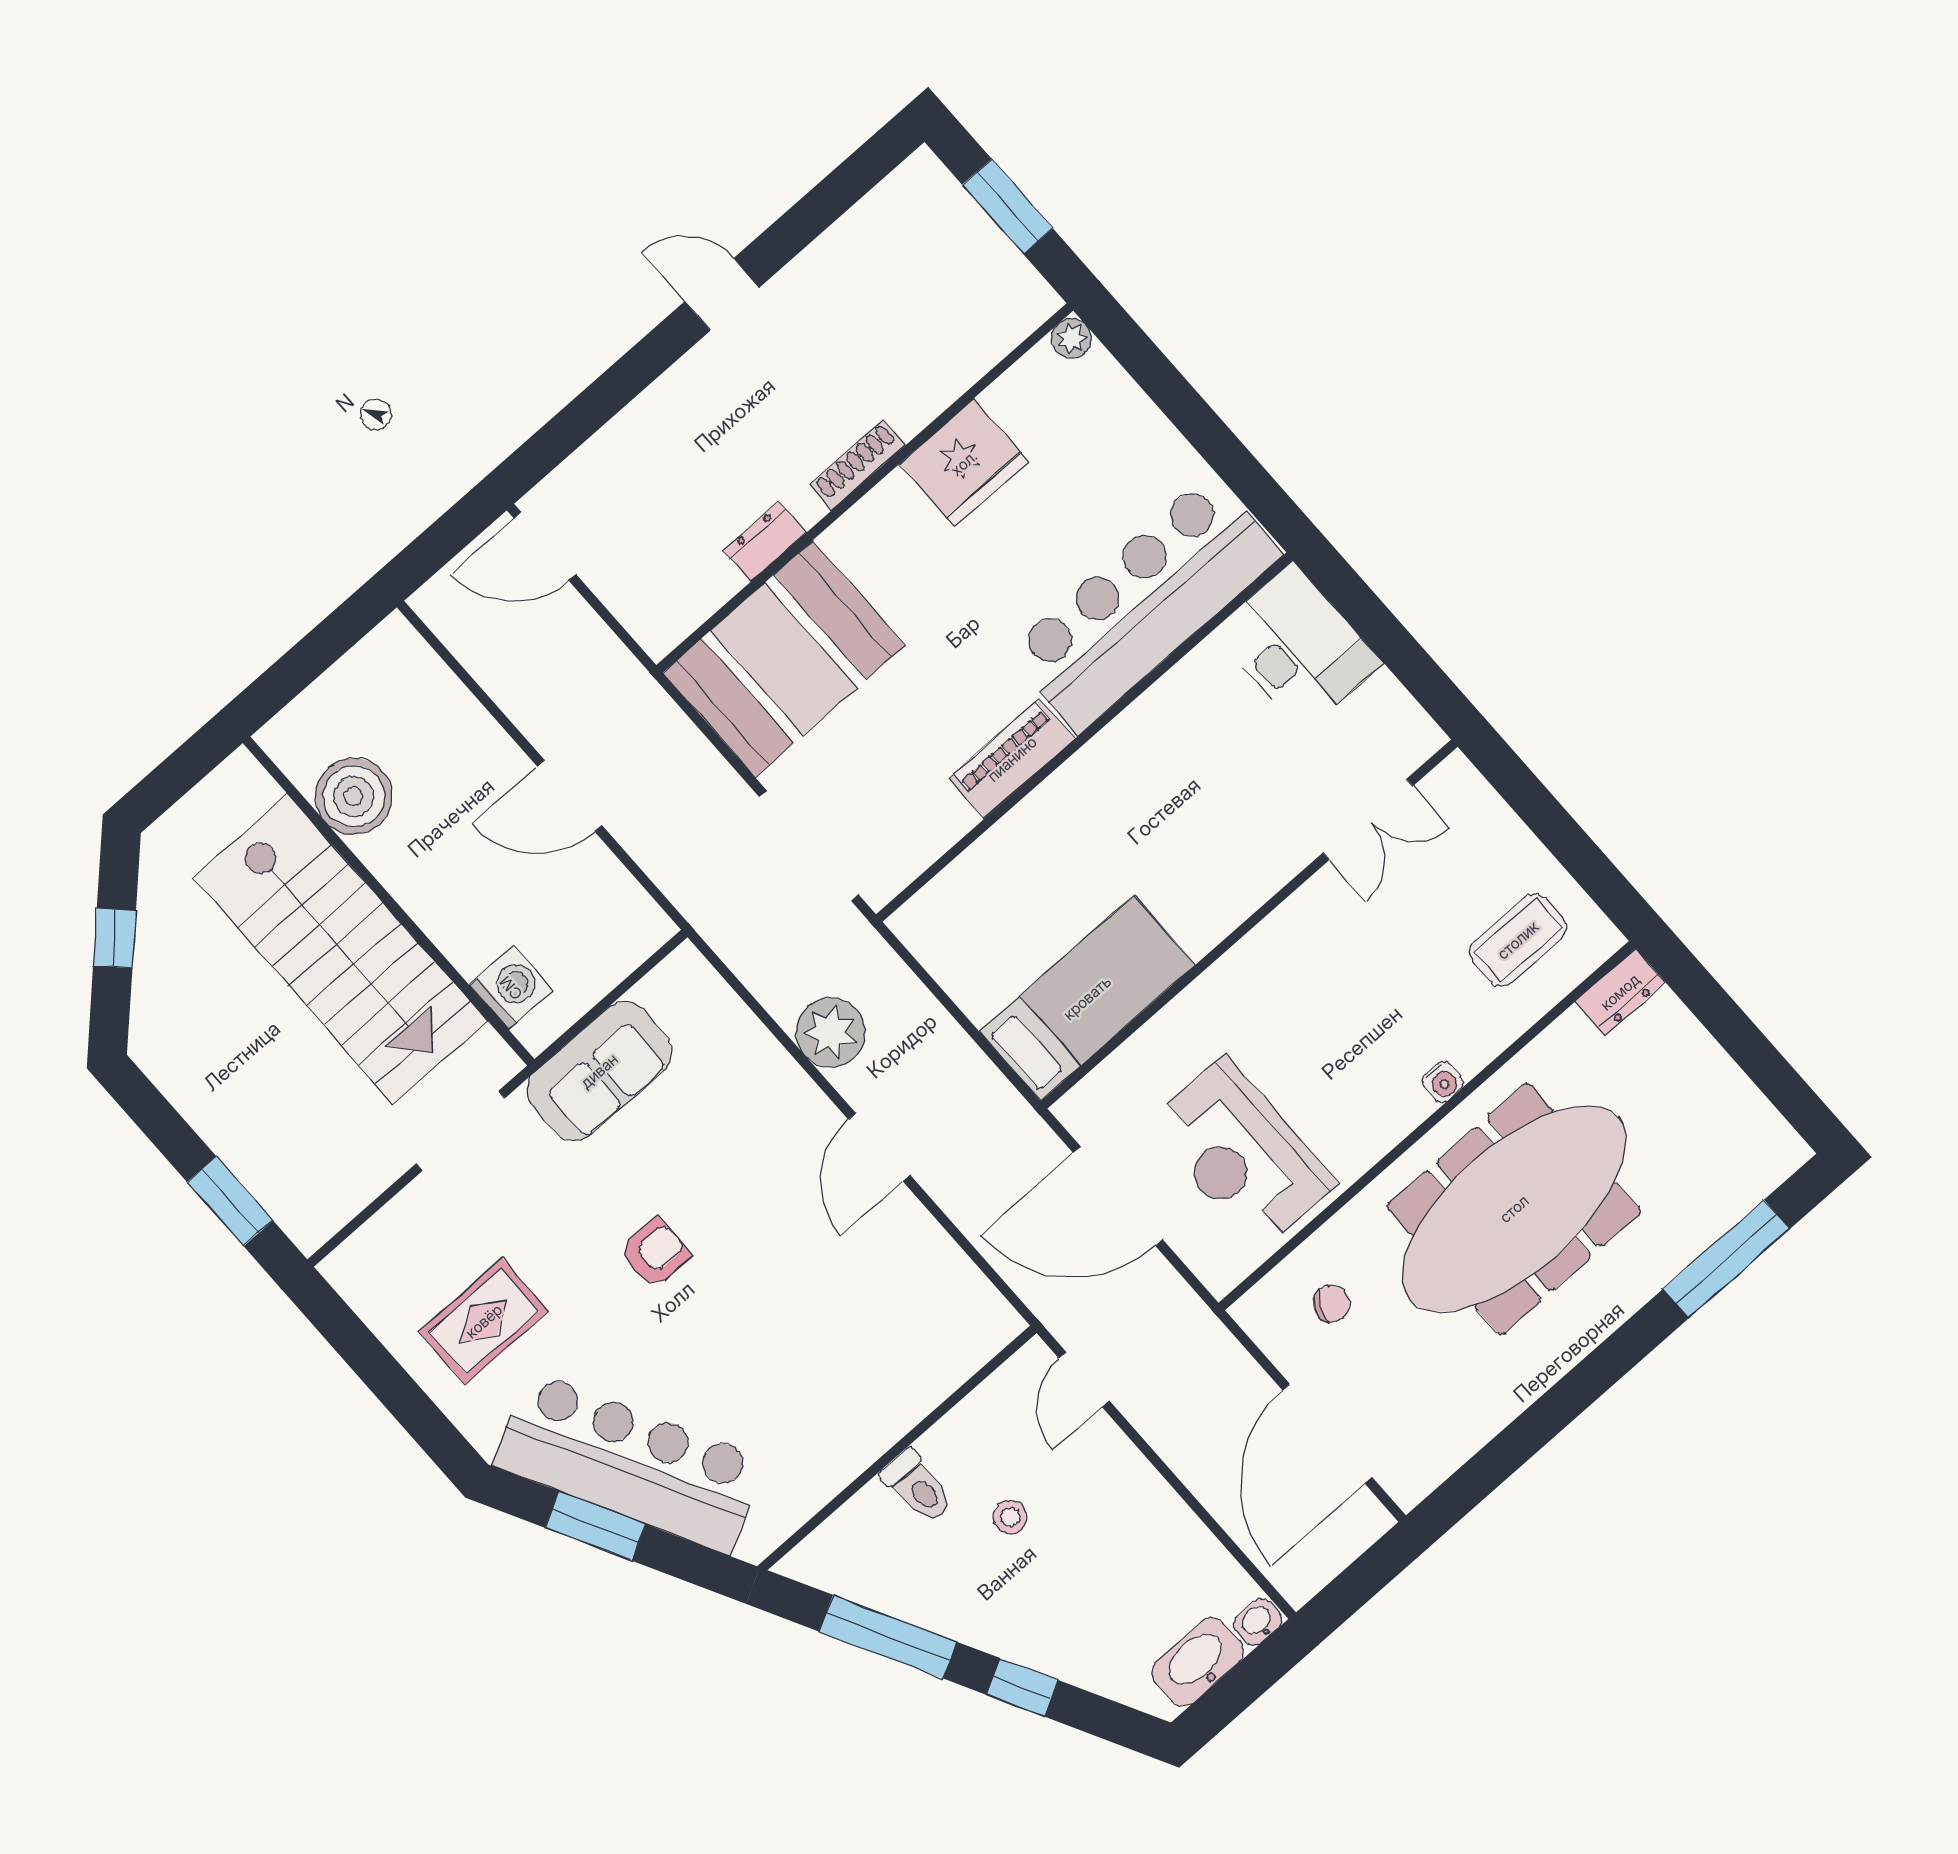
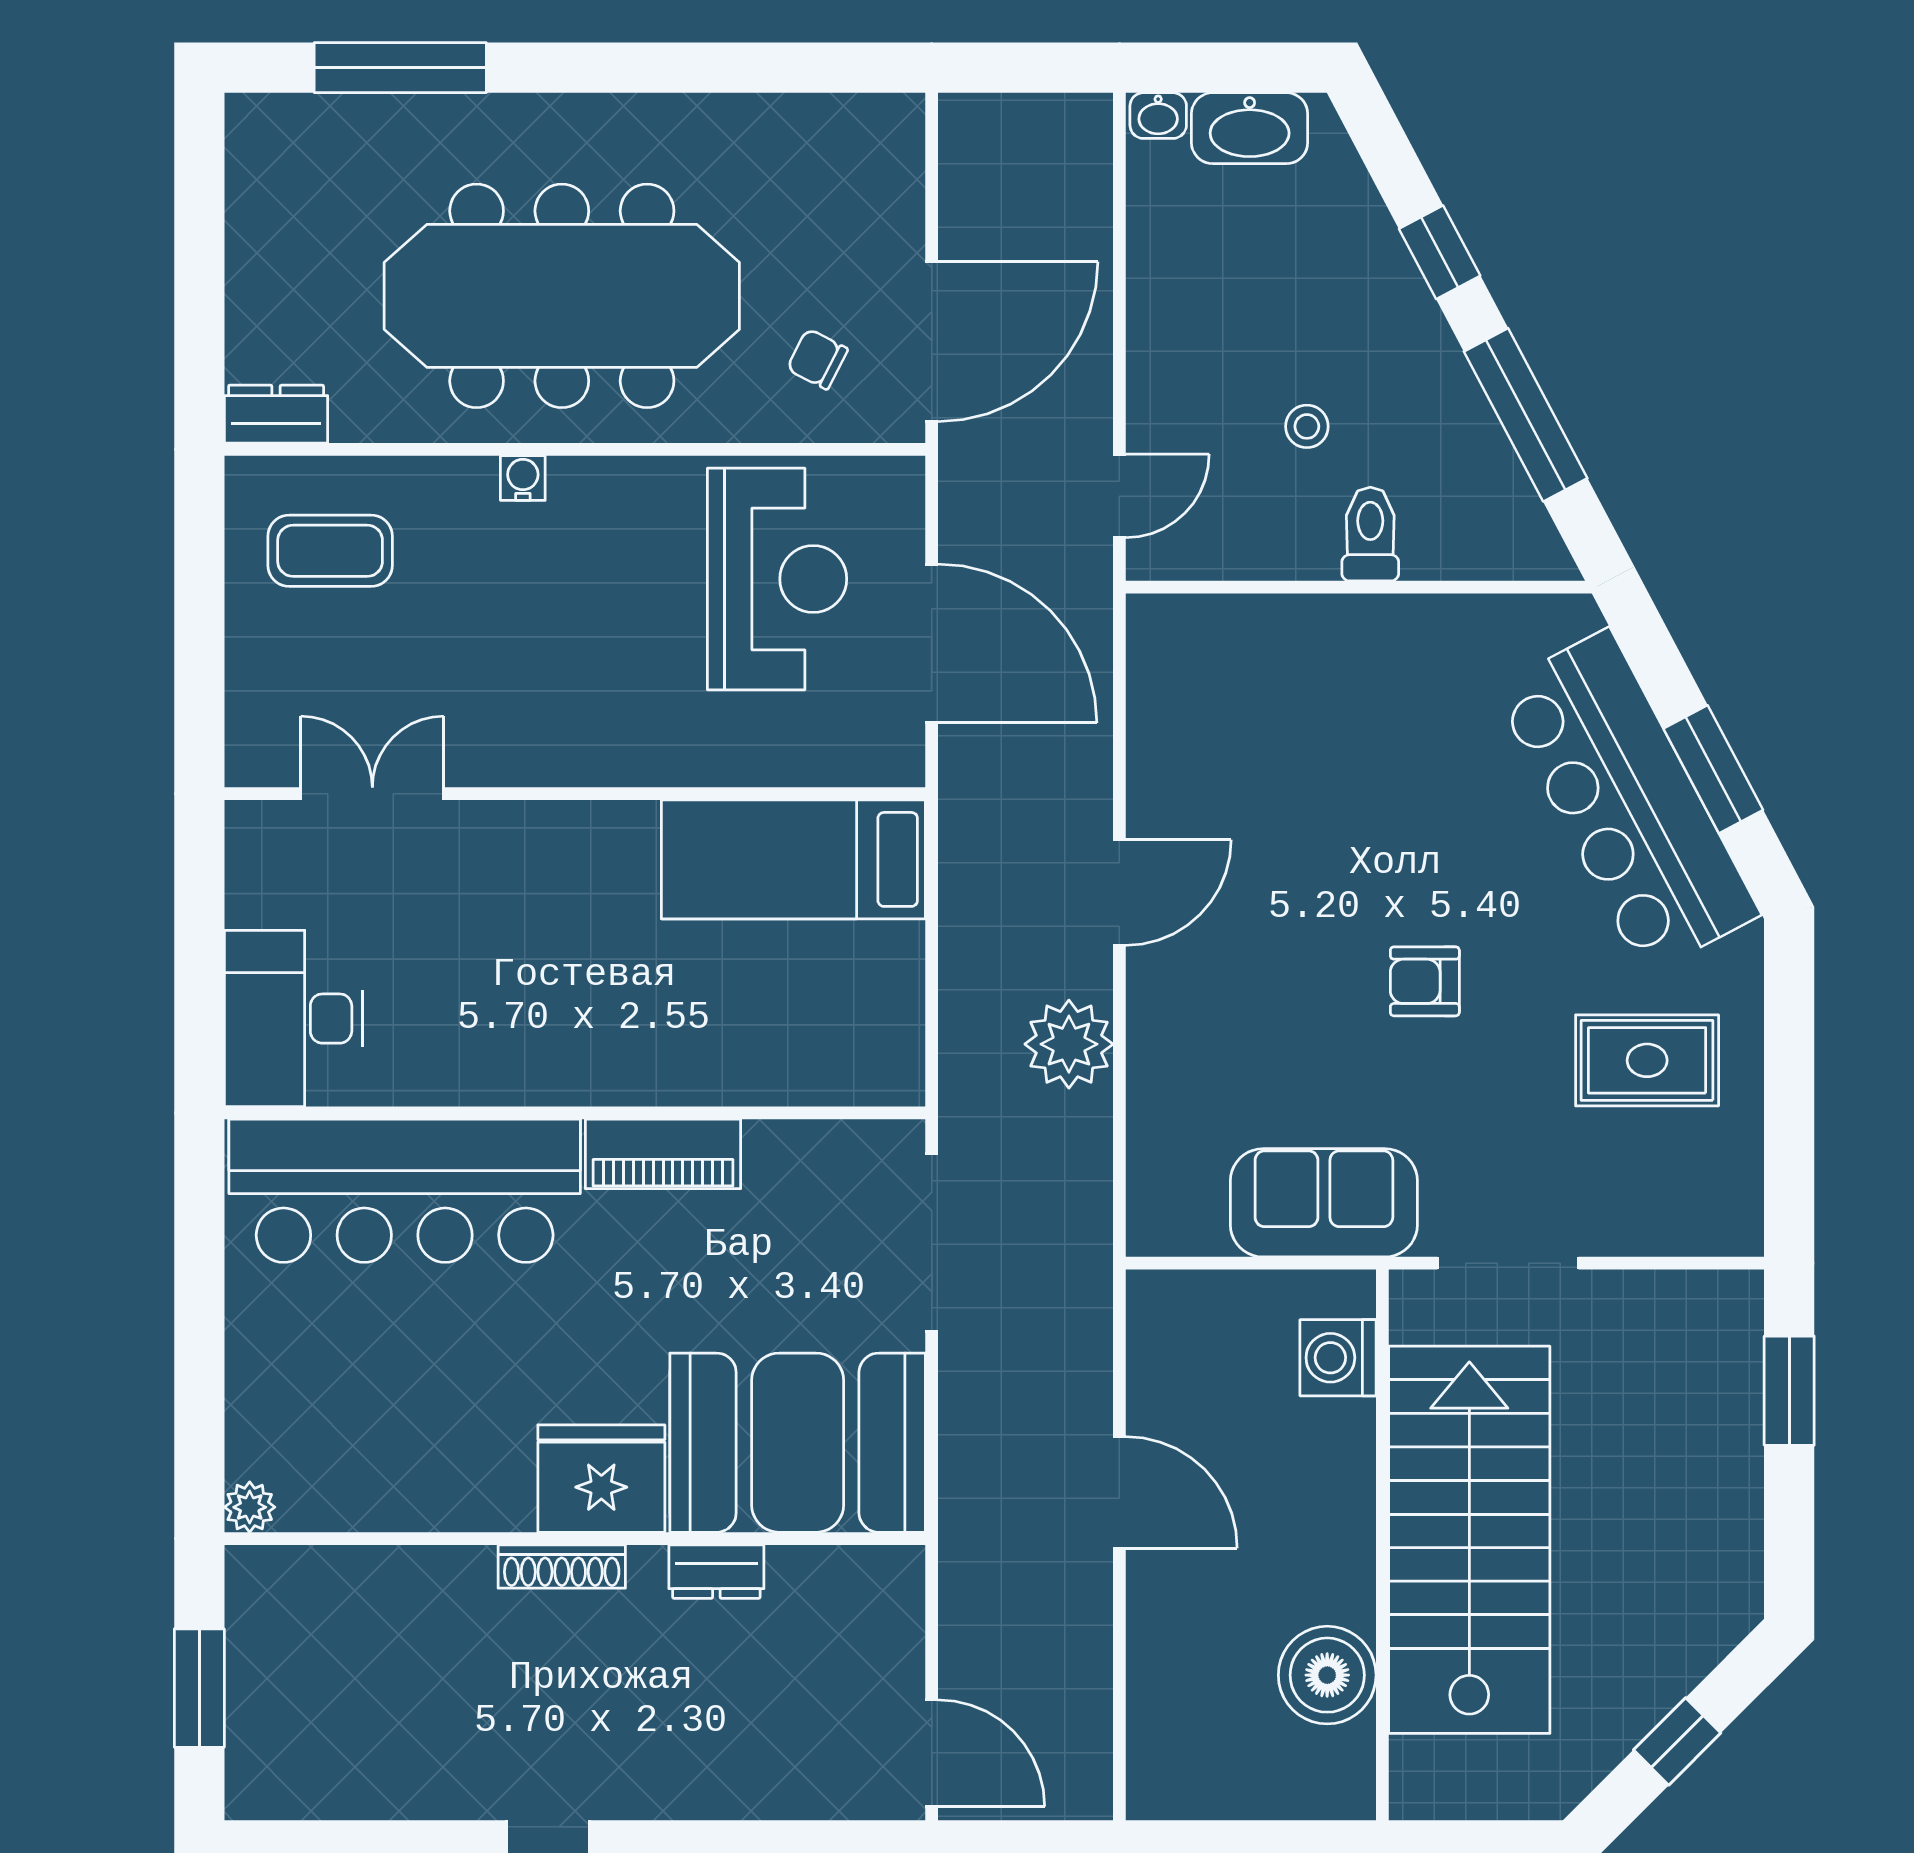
fridge: (964, 463) -> (601, 1479), moved
door: (1327, 1434) -> (932, 342), moved

